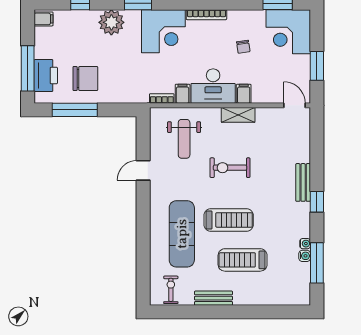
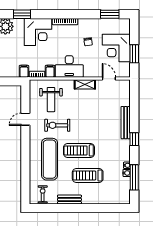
corner desk: (288, 32) -> (116, 48), moved
filing cabinet: (244, 94) -> (24, 71), moved
door: (295, 105) -> (109, 79), moved
exercise bike: (230, 168) -> (57, 125), moved
bench: (303, 182) -> (126, 123), width x1.36
treadmill: (229, 220) -> (79, 150), turned 180

